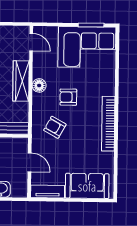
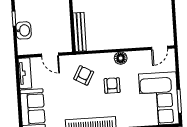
wardrobe: (21, 81) -> (123, 41), removed
door: (29, 162) -> (50, 55), hinge flipped

